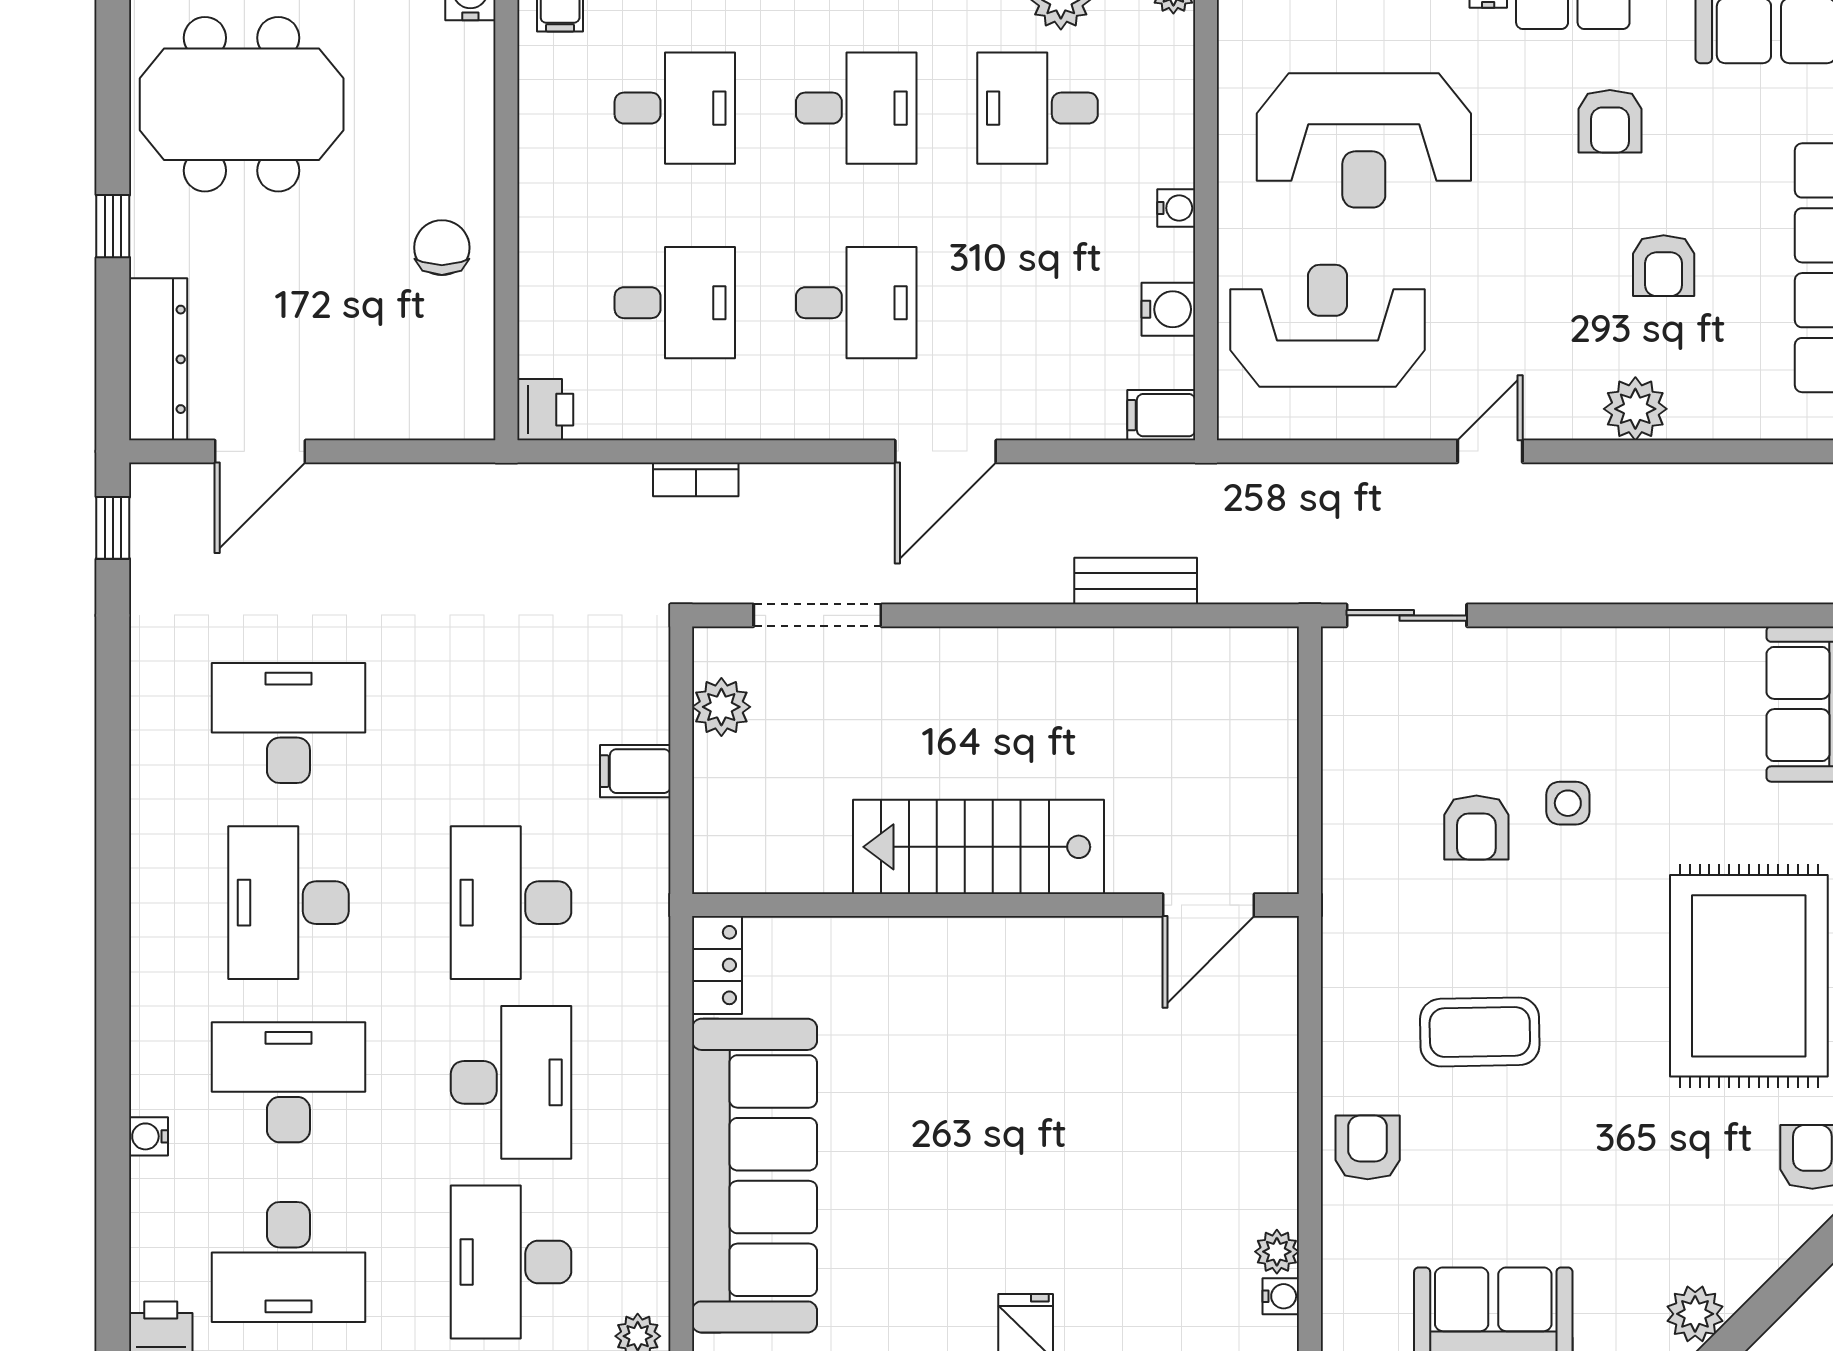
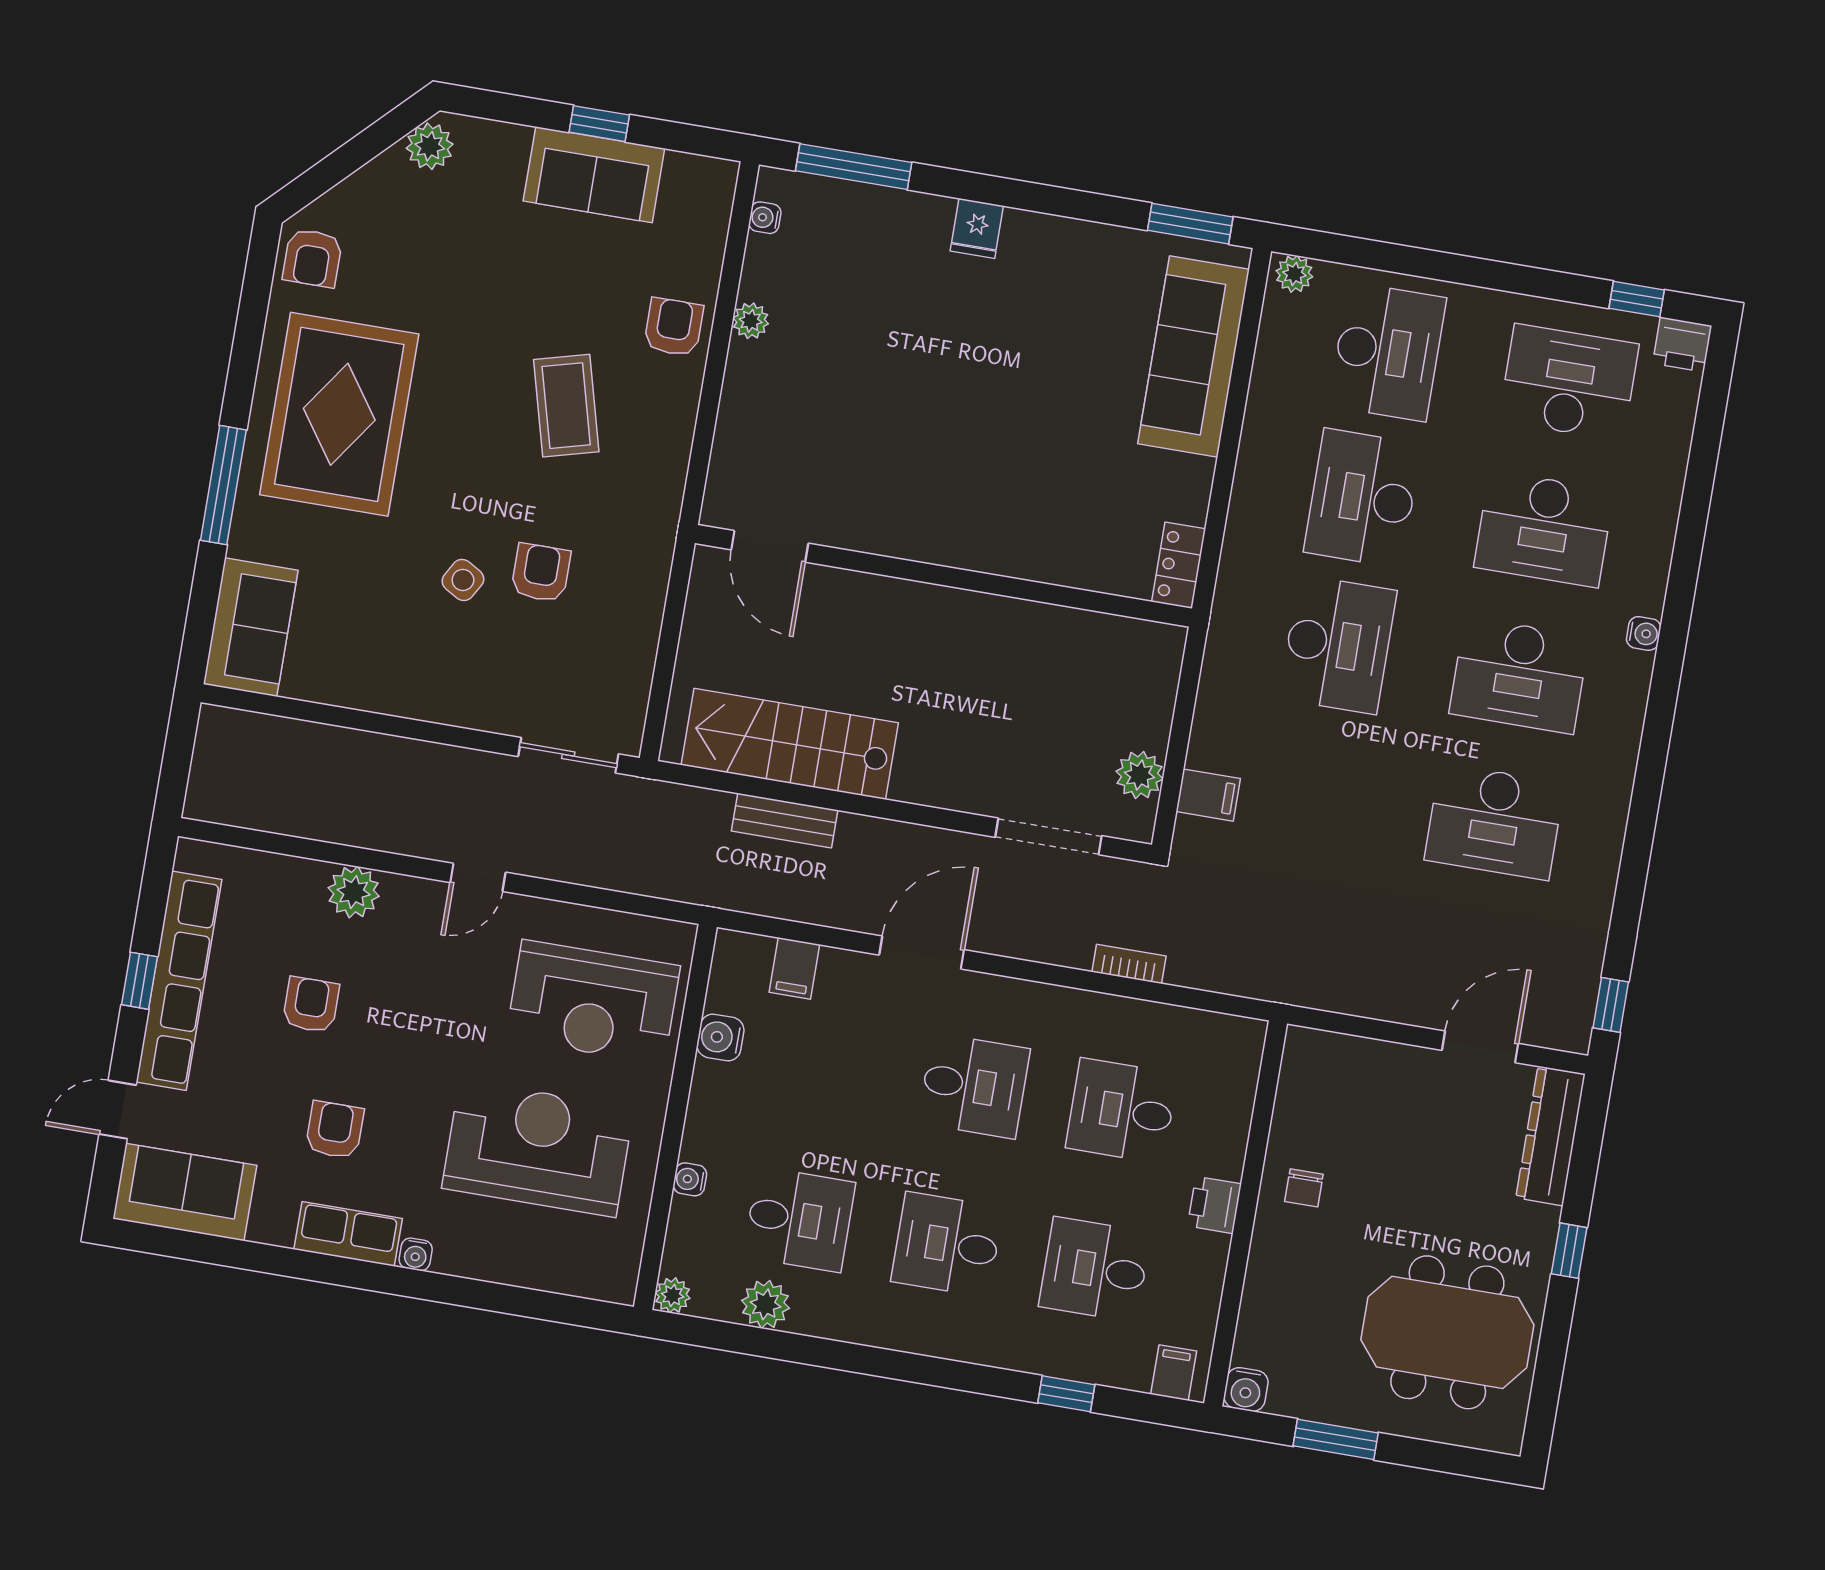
water cooler: (1176, 208) -> (690, 1179), moved
chair: (442, 248) -> (1304, 1188), width x0.73, depth x0.73
desk: (856, 303) -> (974, 1086), turned 180
printer: (545, 410) -> (1214, 1205), moved
filing cabinet: (1161, 415) -> (794, 968), moved, turned 90
filing cabinet: (635, 771) -> (1208, 795), moved
side table: (1568, 803) -> (463, 580), turned 30
stairs: (978, 847) -> (790, 744), moved, turned 180
desk: (288, 903) -> (1519, 675), turned 90
door: (1209, 905) -> (770, 546), swing flipped
coffee table: (1480, 1032) -> (566, 406), turned 76
water cooler: (149, 1136) -> (1644, 633), moved
armchair: (1368, 1147) -> (674, 327), turned 180
sofa: (755, 1176) -> (1194, 356), width x0.74, depth x0.79
plant: (1277, 1252) -> (751, 321), moved

